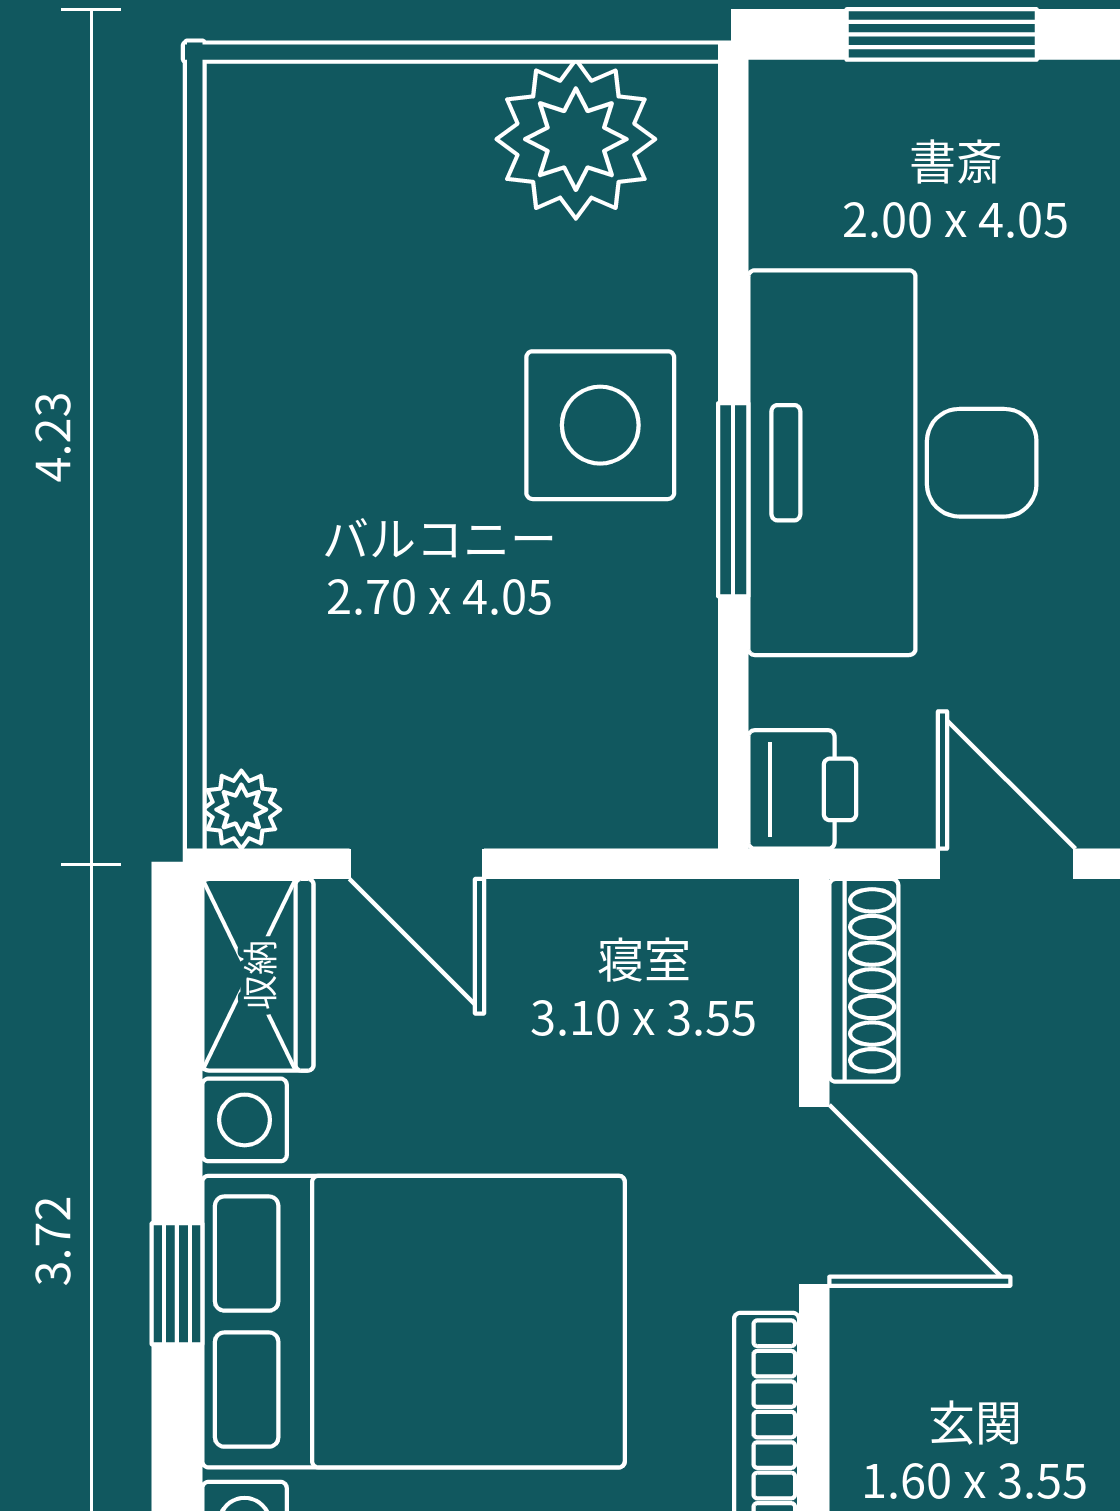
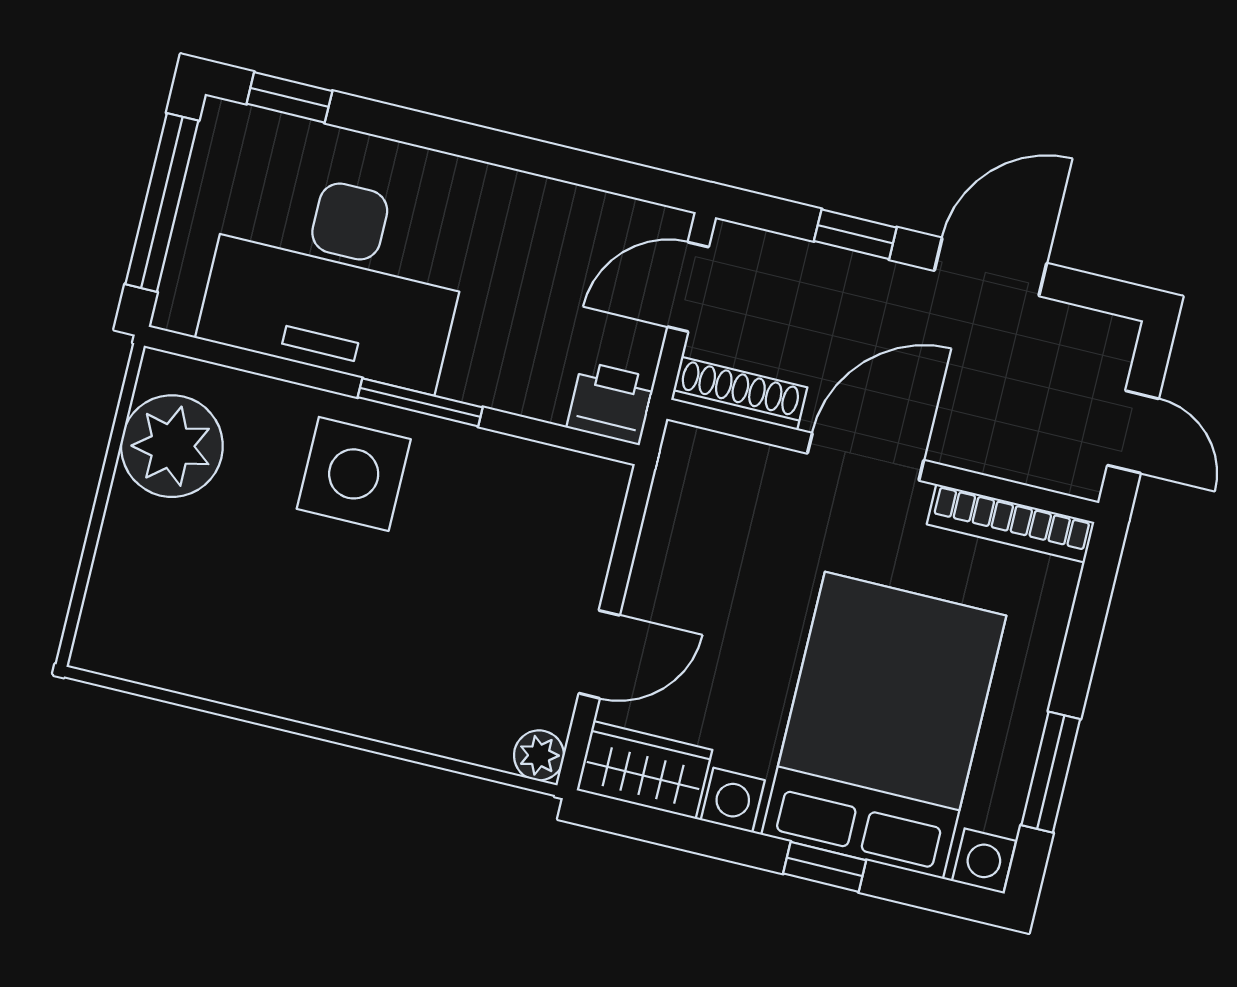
window: (942, 34) -> (162, 202), width x1.44
desk: (892, 463) -> (336, 277), moved

